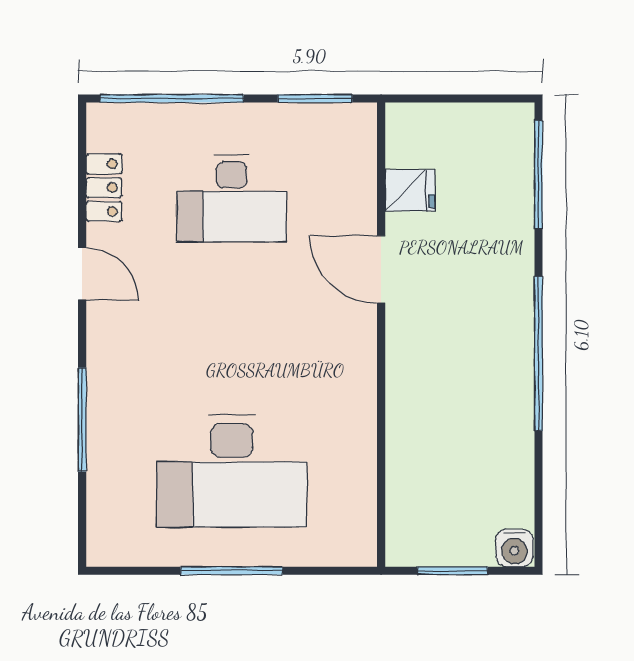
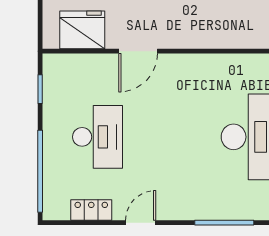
window: (315, 99) -> (40, 89), width x0.67
fridge: (410, 190) -> (82, 30), width x1.88, depth x1.34

